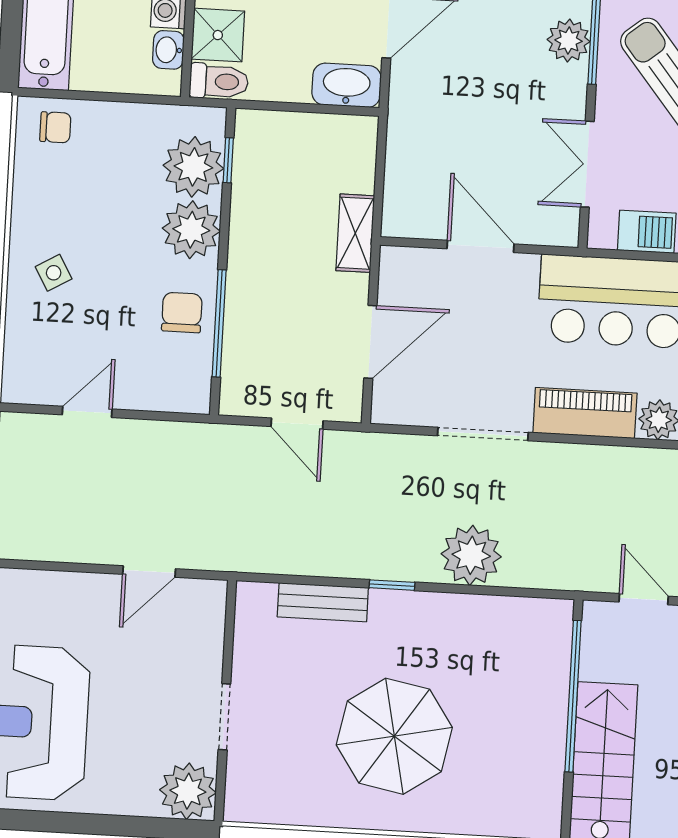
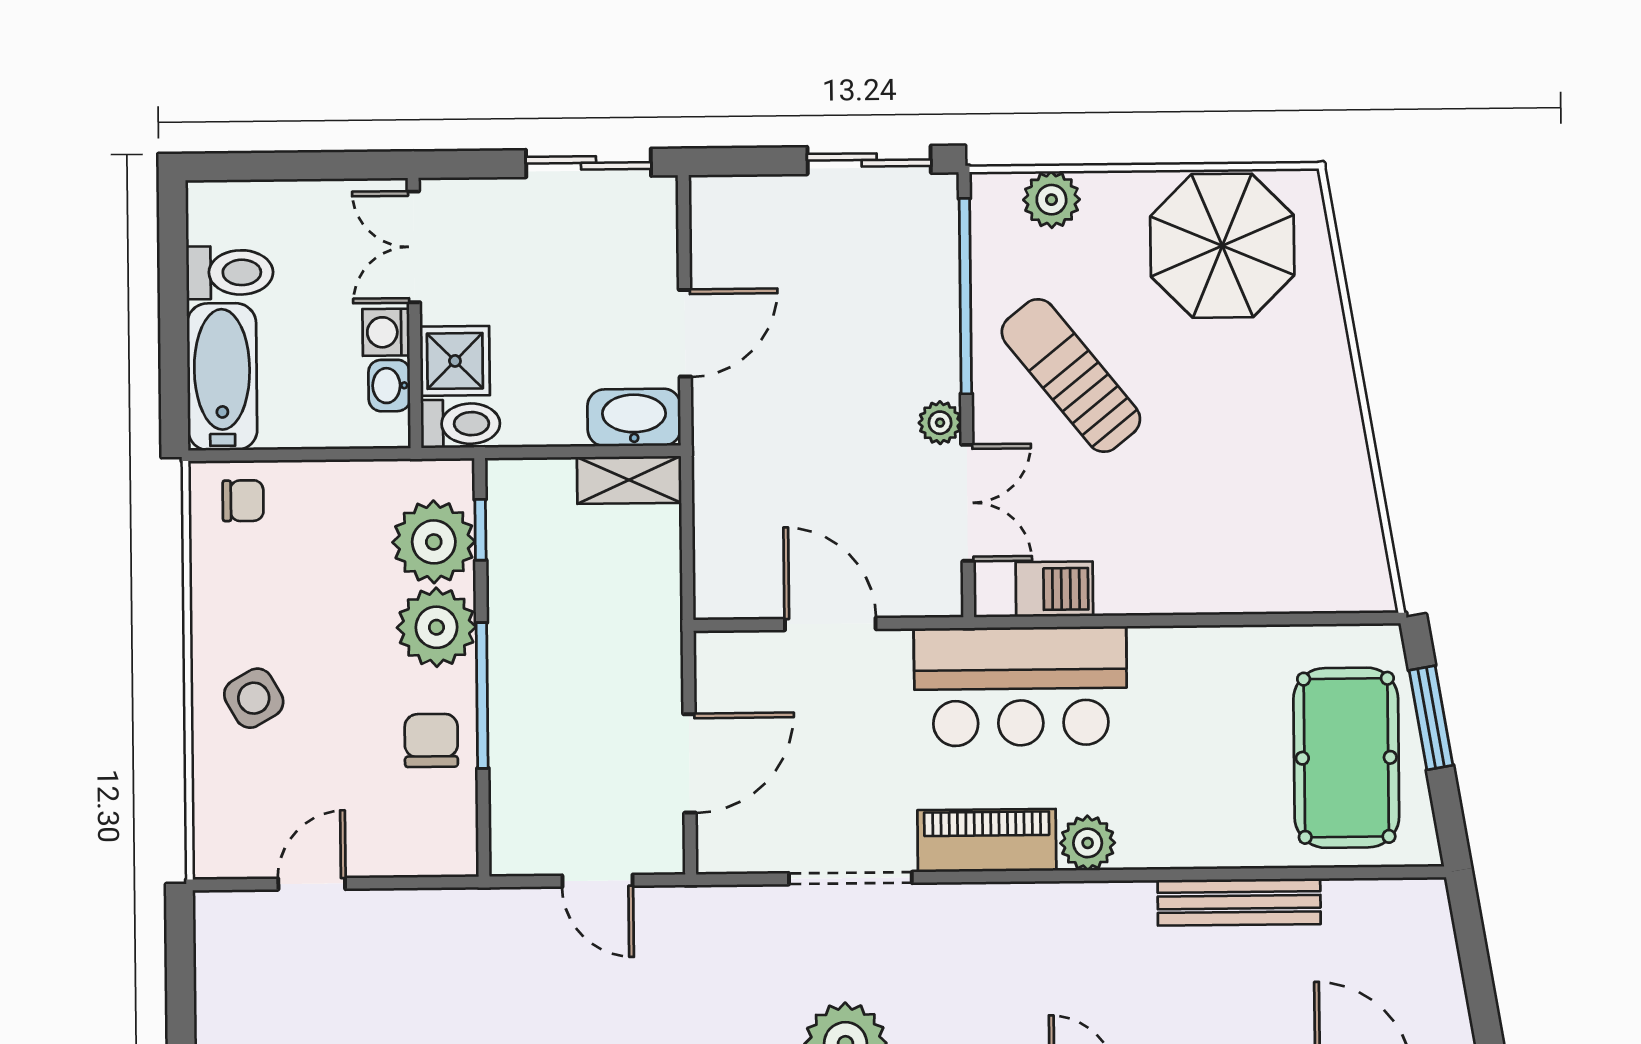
plant: (569, 41) -> (940, 423), moved, width x0.73, depth x0.73
double door: (587, 164) -> (968, 503), swing flipped
shelving: (355, 233) -> (629, 480), moved, turned 90
side table: (54, 273) -> (254, 698), width x1.37, depth x1.37
window: (219, 323) -> (482, 695), moved

